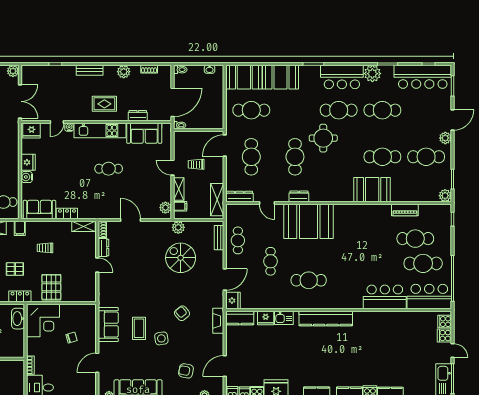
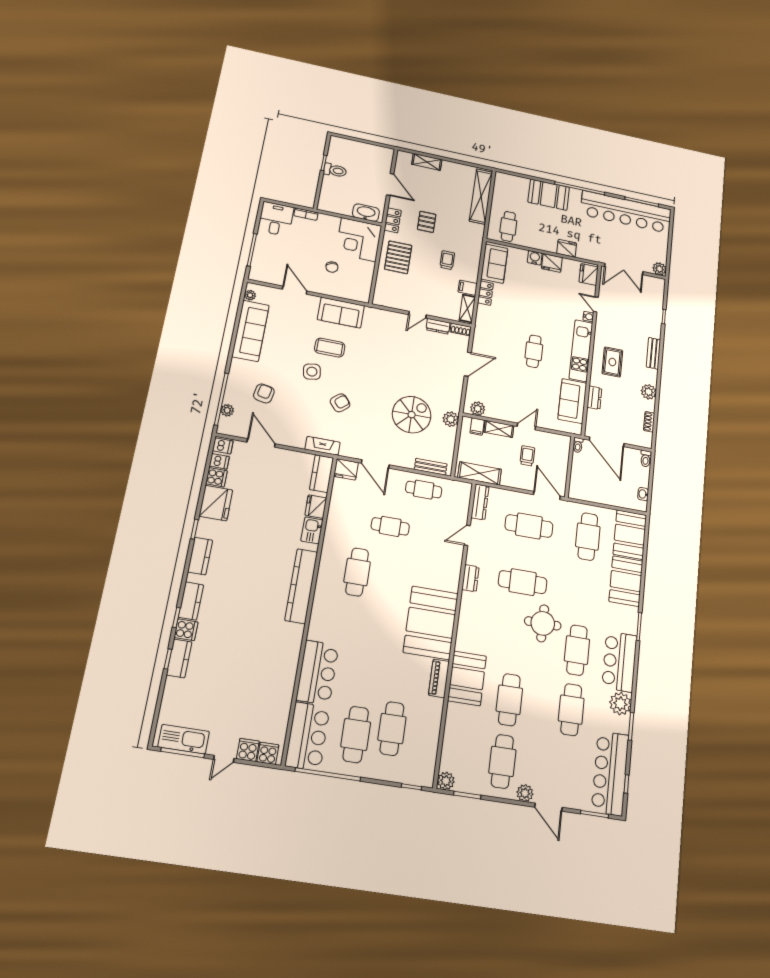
fridge: (12, 151) -> (567, 248), added
piano: (405, 210) -> (439, 678), moved
booth: (308, 221) -> (431, 623), moved
filing cabinet: (20, 228) -> (468, 288), moved
pallet: (51, 287) -> (398, 257), turned 90

